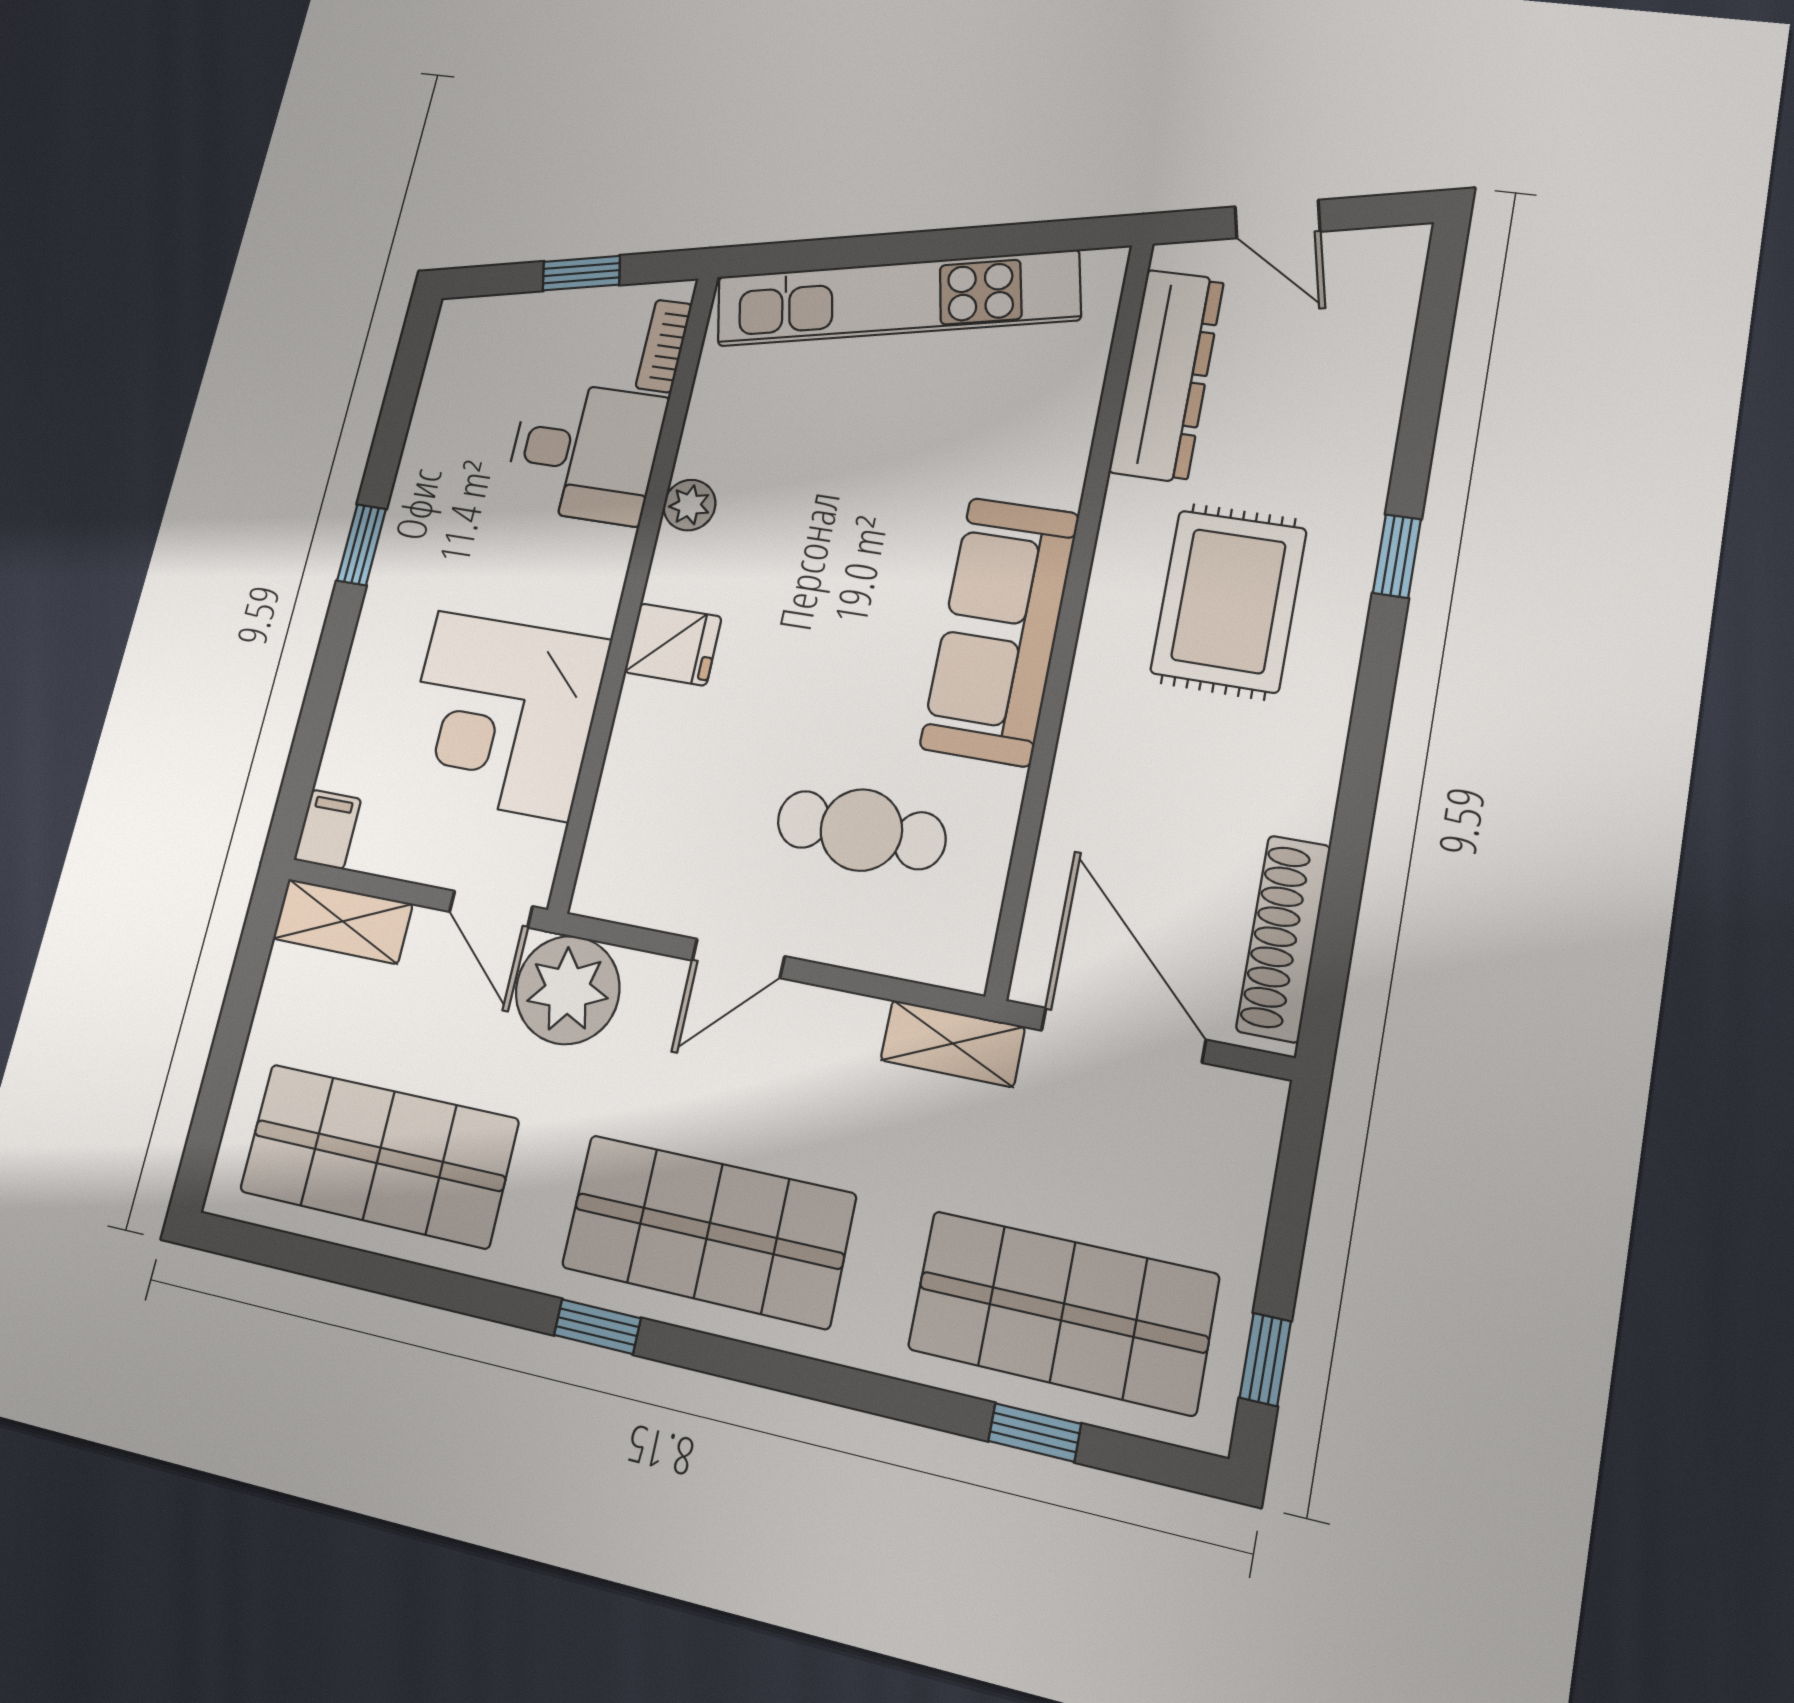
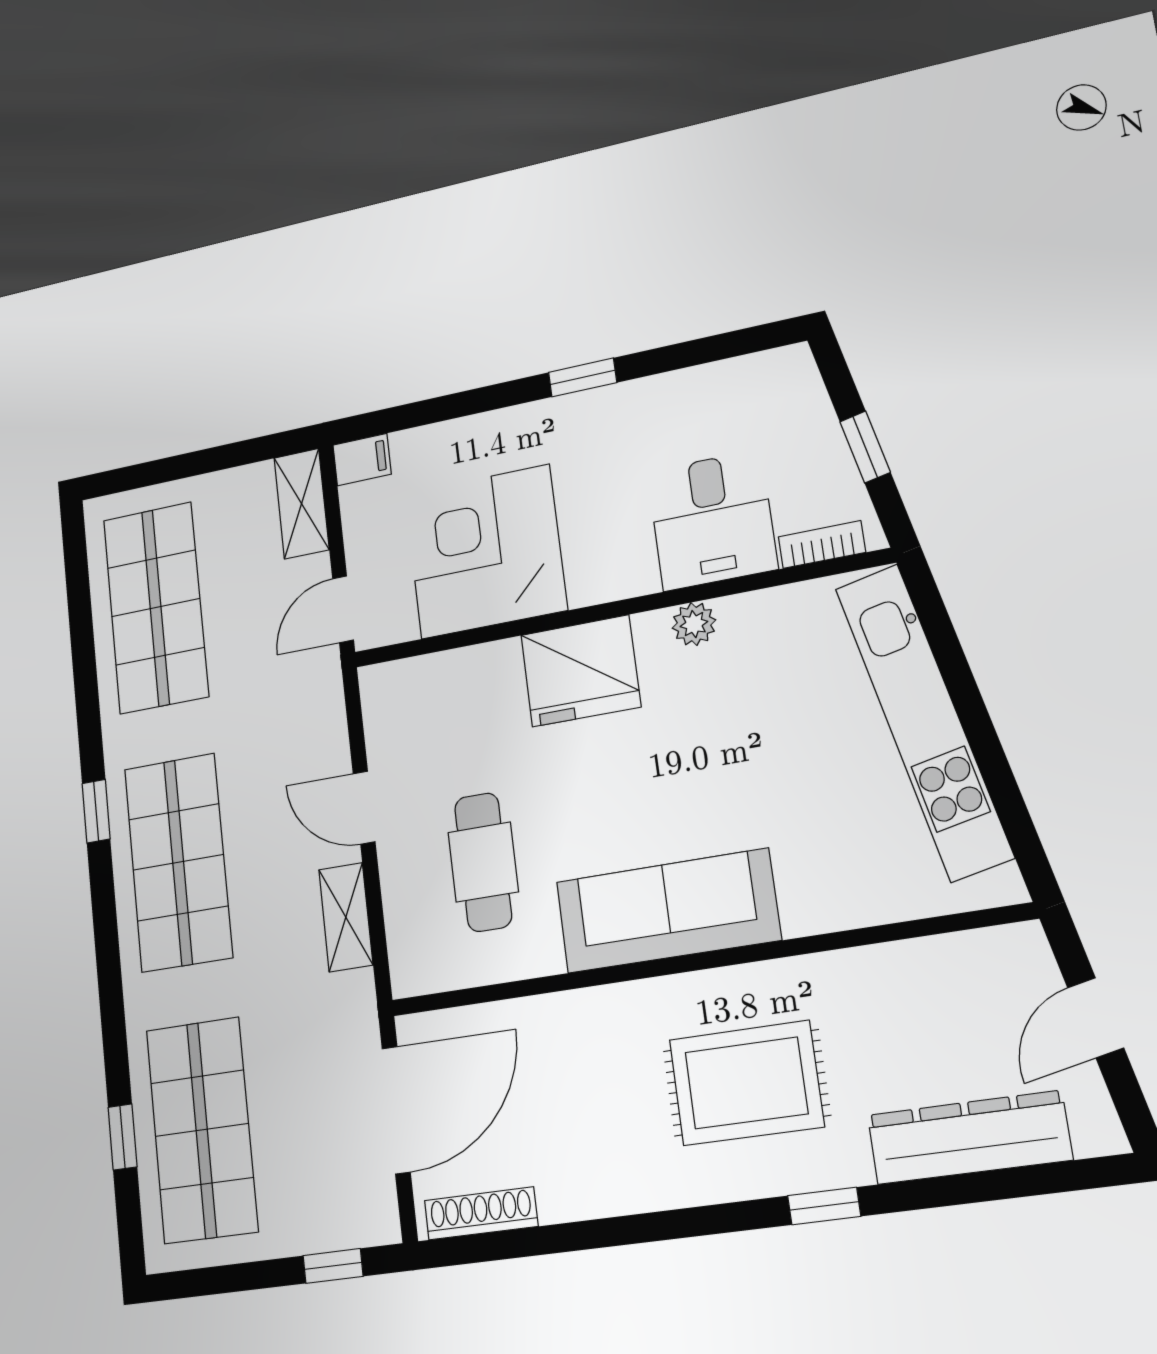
dresser: (1167, 375) -> (969, 1137), moved, turned 180
fridge: (673, 644) -> (581, 671), width x1.88, depth x1.34
shoe rack: (1283, 938) -> (481, 1213), width x0.74, depth x0.81
plant: (568, 990) -> (305, 692), removed
shelving: (953, 1043) -> (346, 917), moved
window: (1265, 1359) -> (333, 1266), moved

